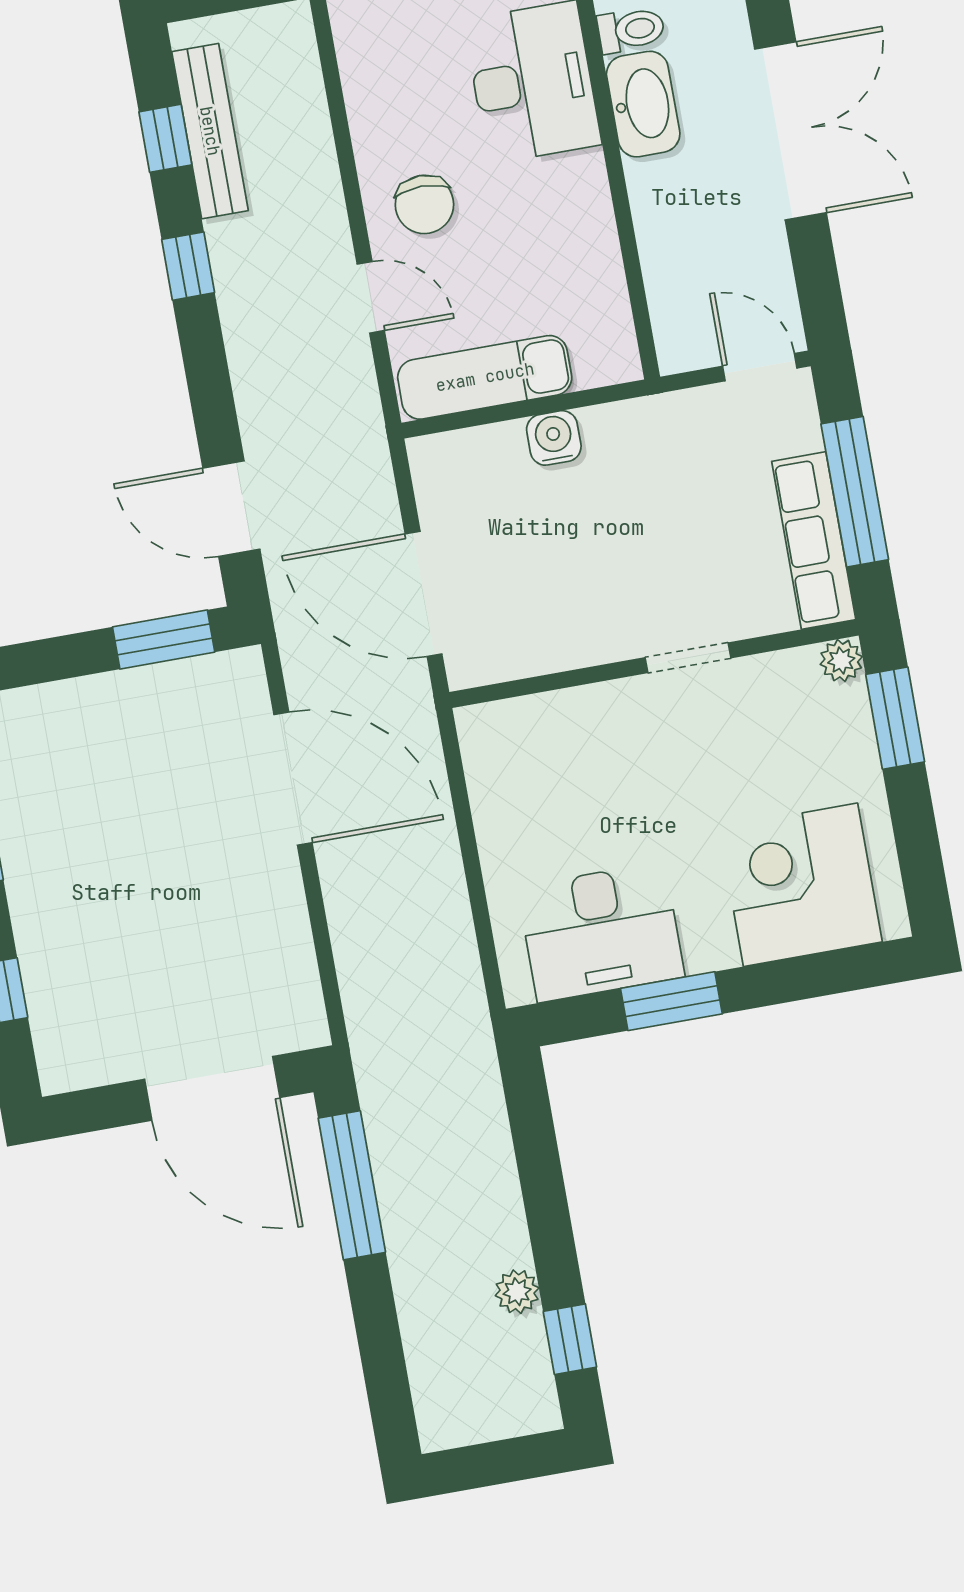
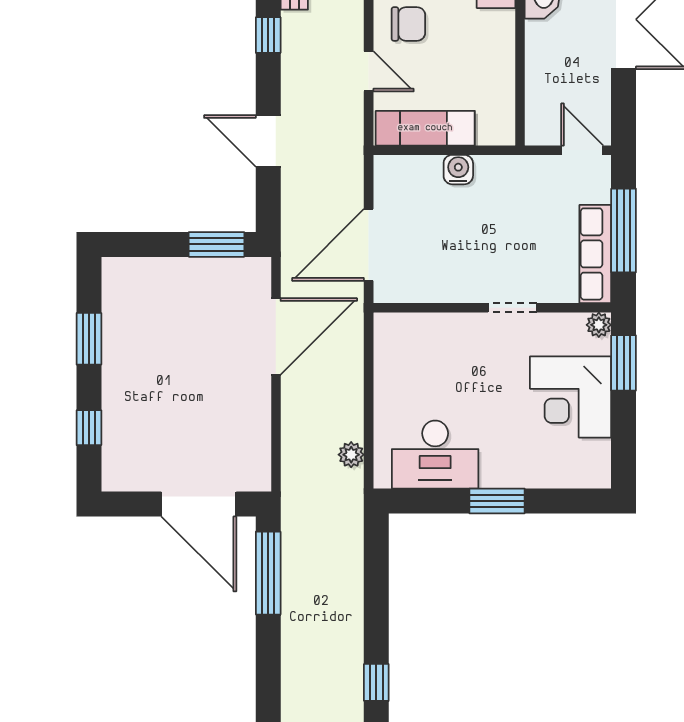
chair: (424, 204) -> (408, 24), turned -90
door: (231, 509) -> (268, 141), moved
door: (424, 594) -> (369, 245), hinge flipped
door: (293, 779) -> (276, 336), hinge flipped
corner desk: (800, 885) -> (571, 397), moved, turned -90
window: (671, 1001) -> (497, 501), moved
plant: (517, 1292) -> (351, 455), moved

